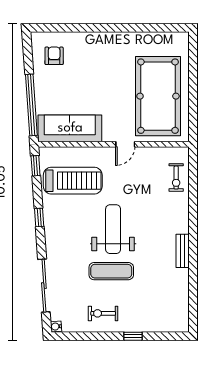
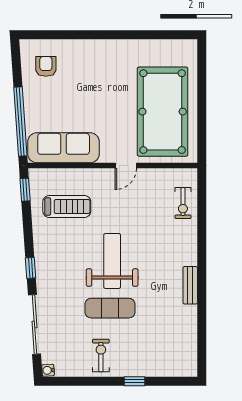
treadmill: (73, 181) -> (67, 207), width x0.73, depth x0.73
window: (39, 218) -> (31, 268), moved
exercise bike: (103, 313) -> (101, 356), turned 90

